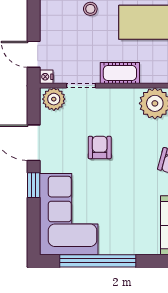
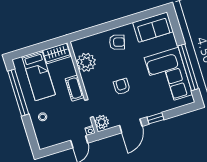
armchair: (100, 147) -> (122, 87), turned 90
corner sofa: (69, 214) -> (168, 76), moved, turned -90

